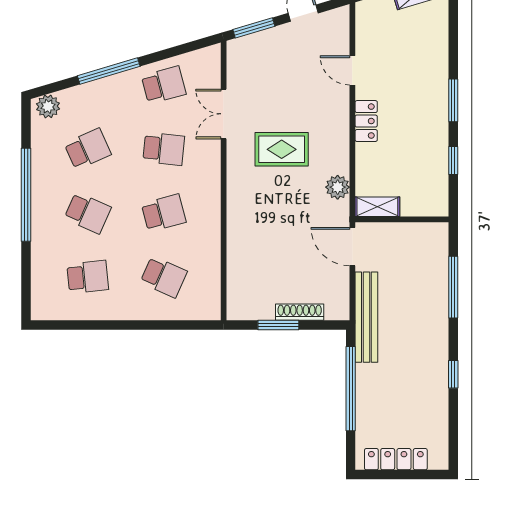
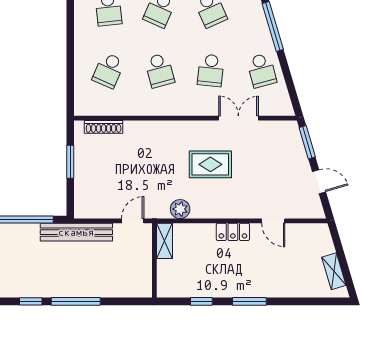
door: (352, 70) -> (273, 221), swing flipped
rug: (282, 149) -> (210, 164), turned 90
door: (352, 247) -> (133, 221), width x0.73
window: (453, 287) -> (76, 301), moved
shoe rack: (300, 312) -> (104, 127), moved, turned 90

